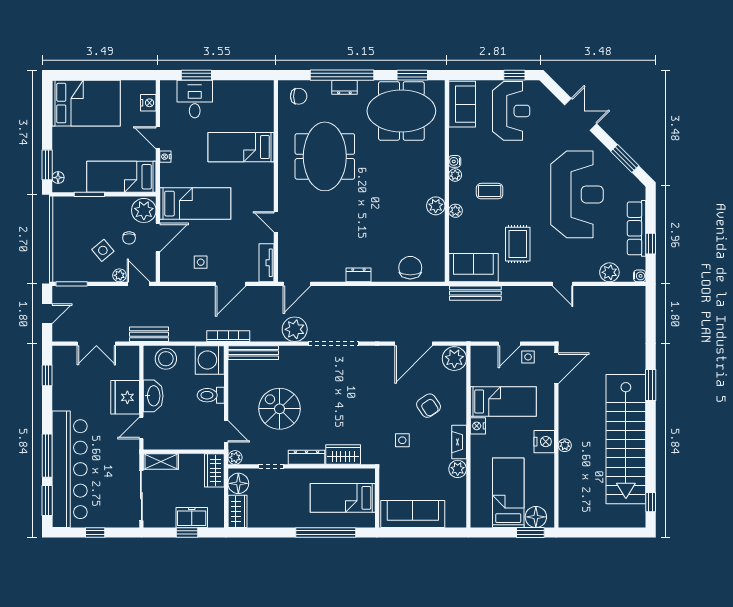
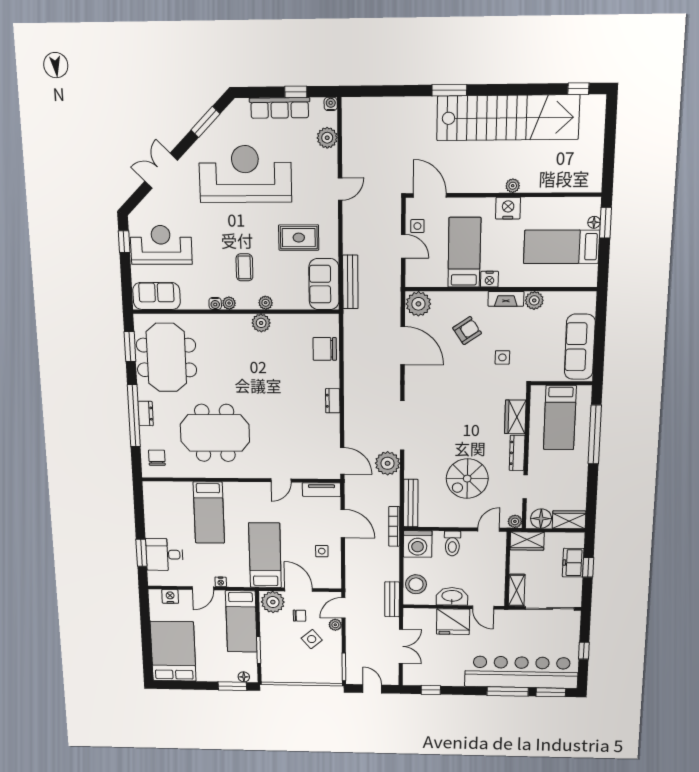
floor lamp: (536, 517) -> (594, 222), width x0.53, depth x0.53

